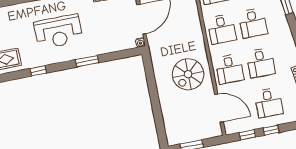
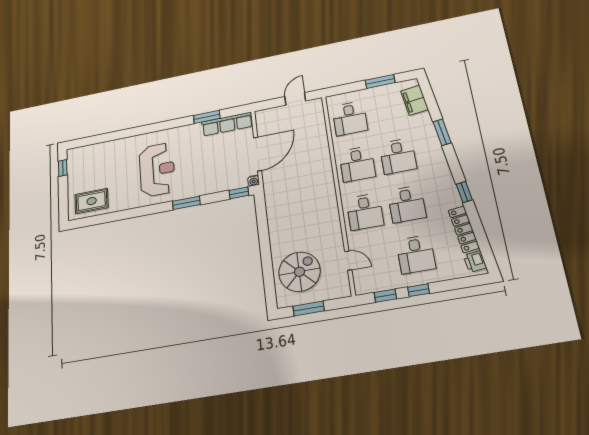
reception desk: (58, 32) -> (157, 170), turned -90
window: (38, 71) -> (239, 193), moved
spiral stairs: (188, 74) -> (299, 272), moved, turned 180
door: (219, 108) -> (348, 261), width x0.53

